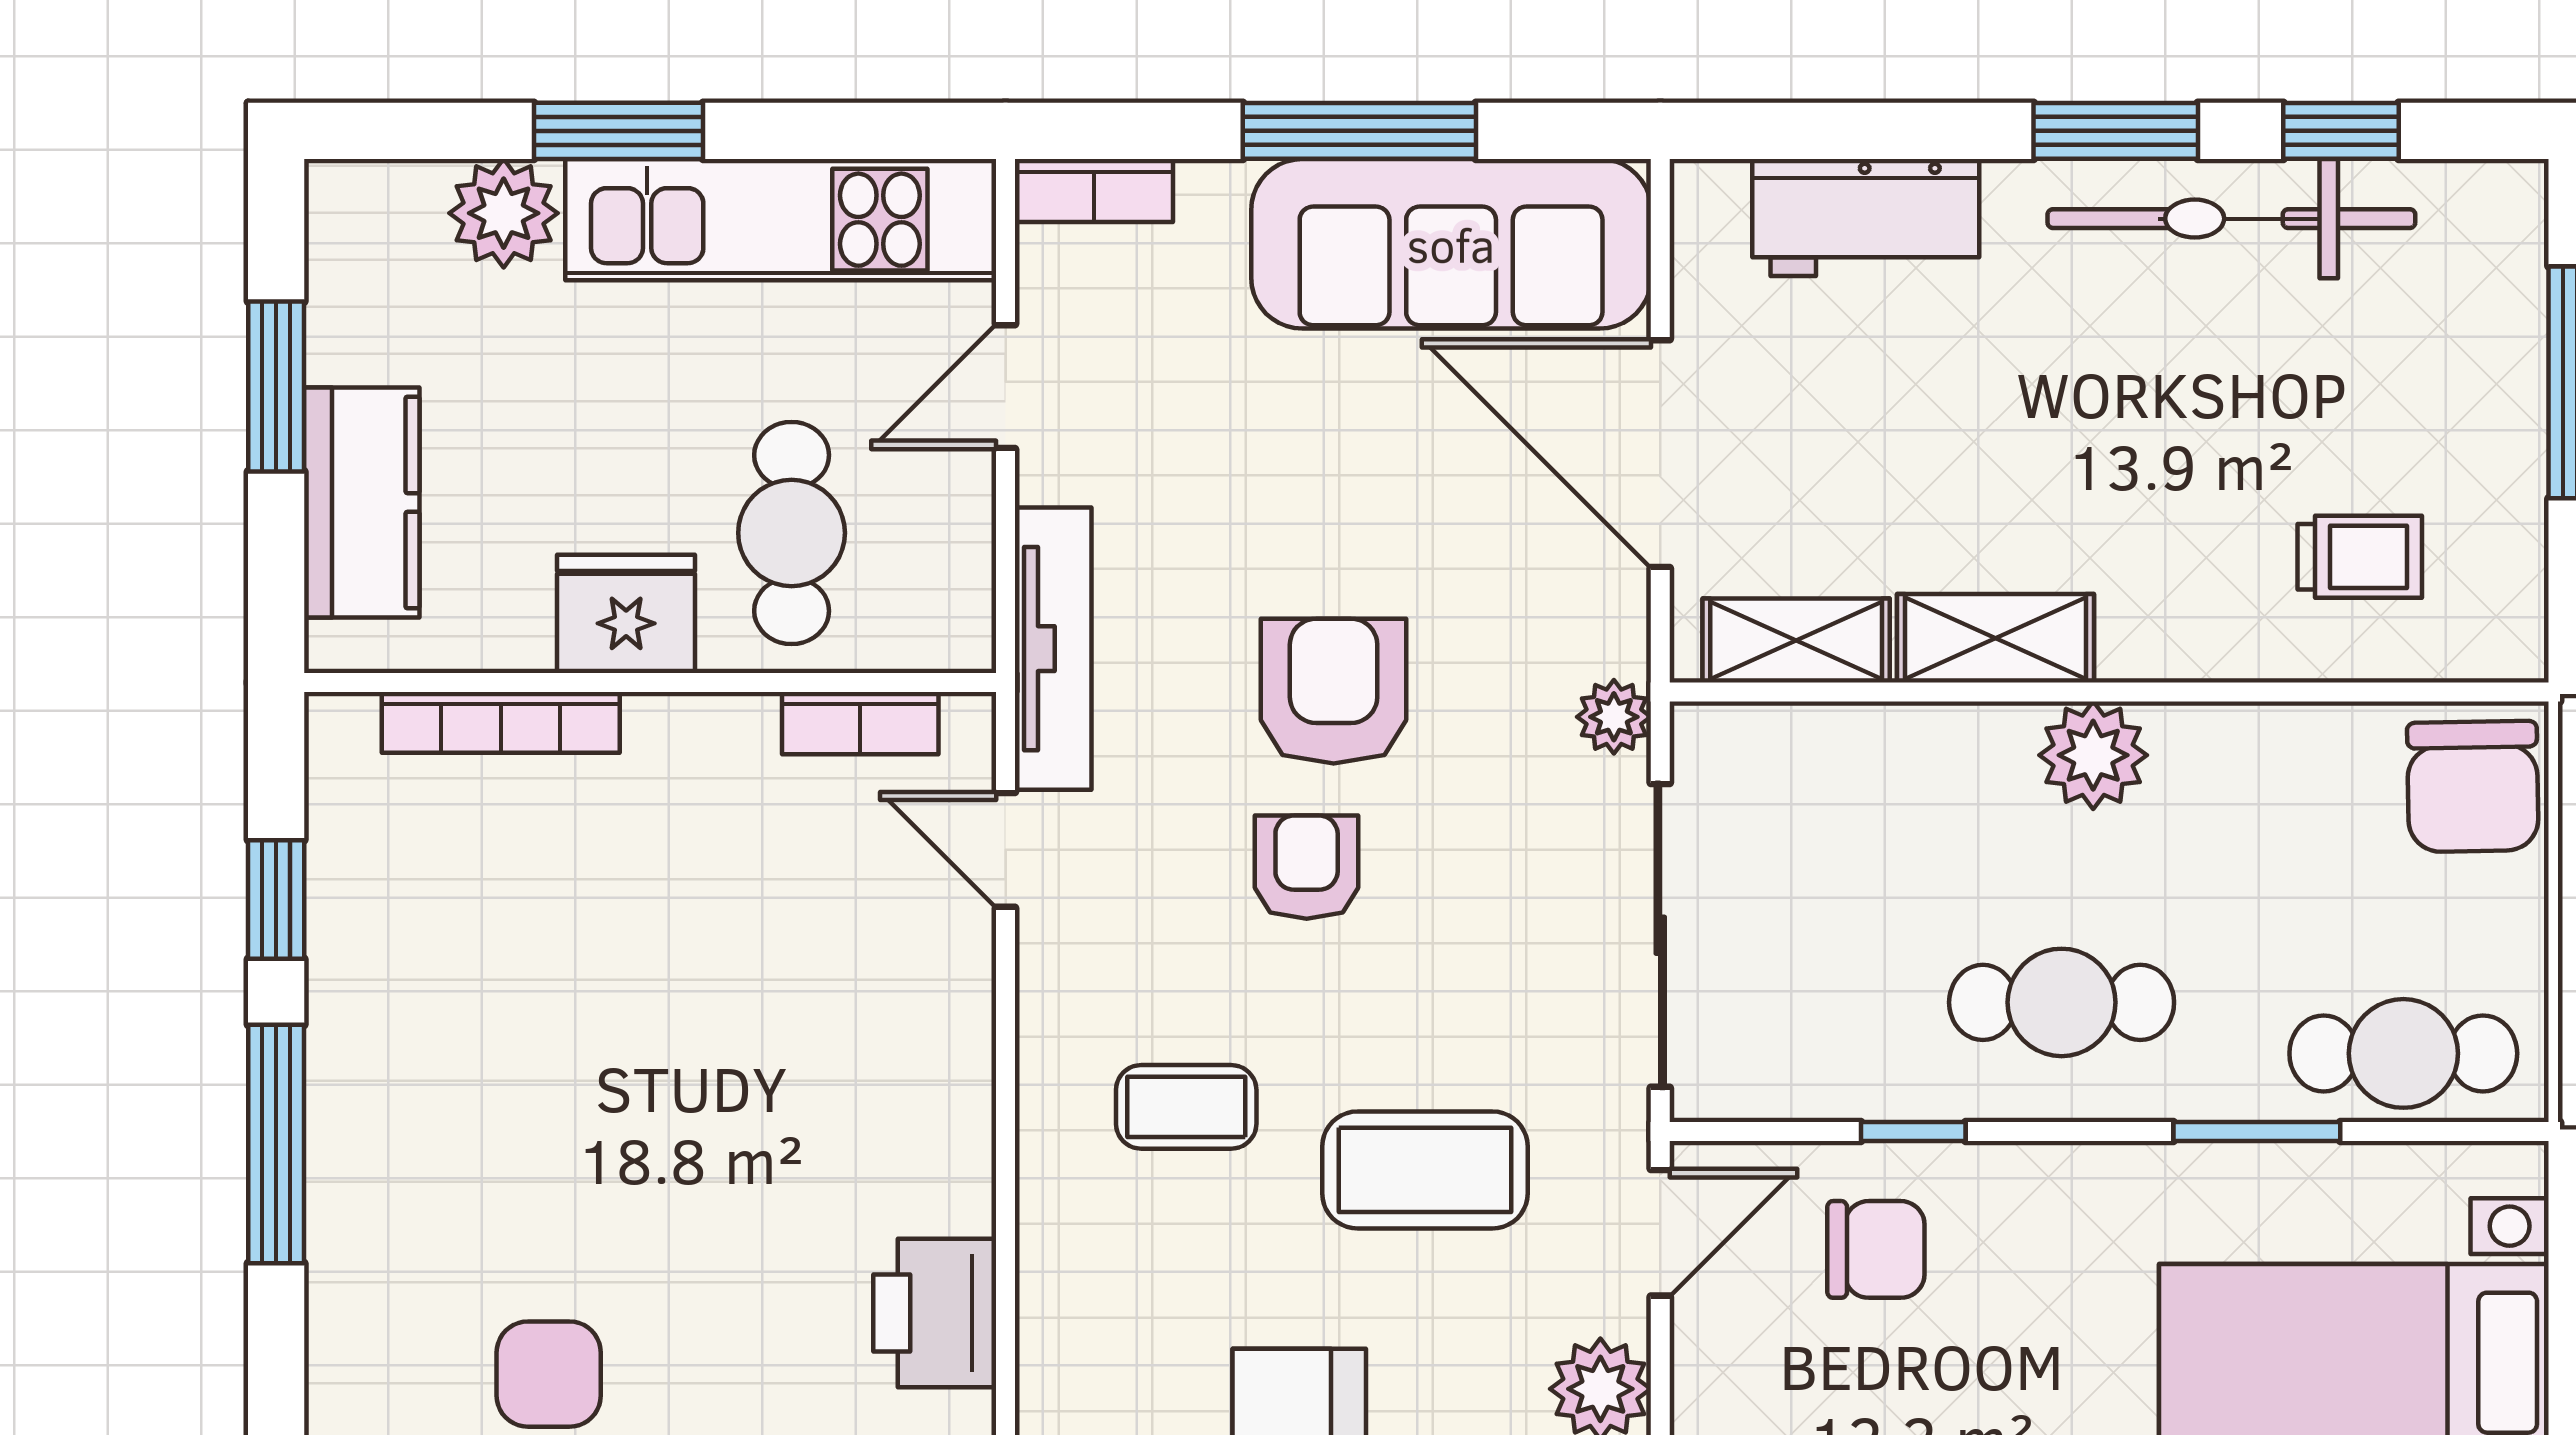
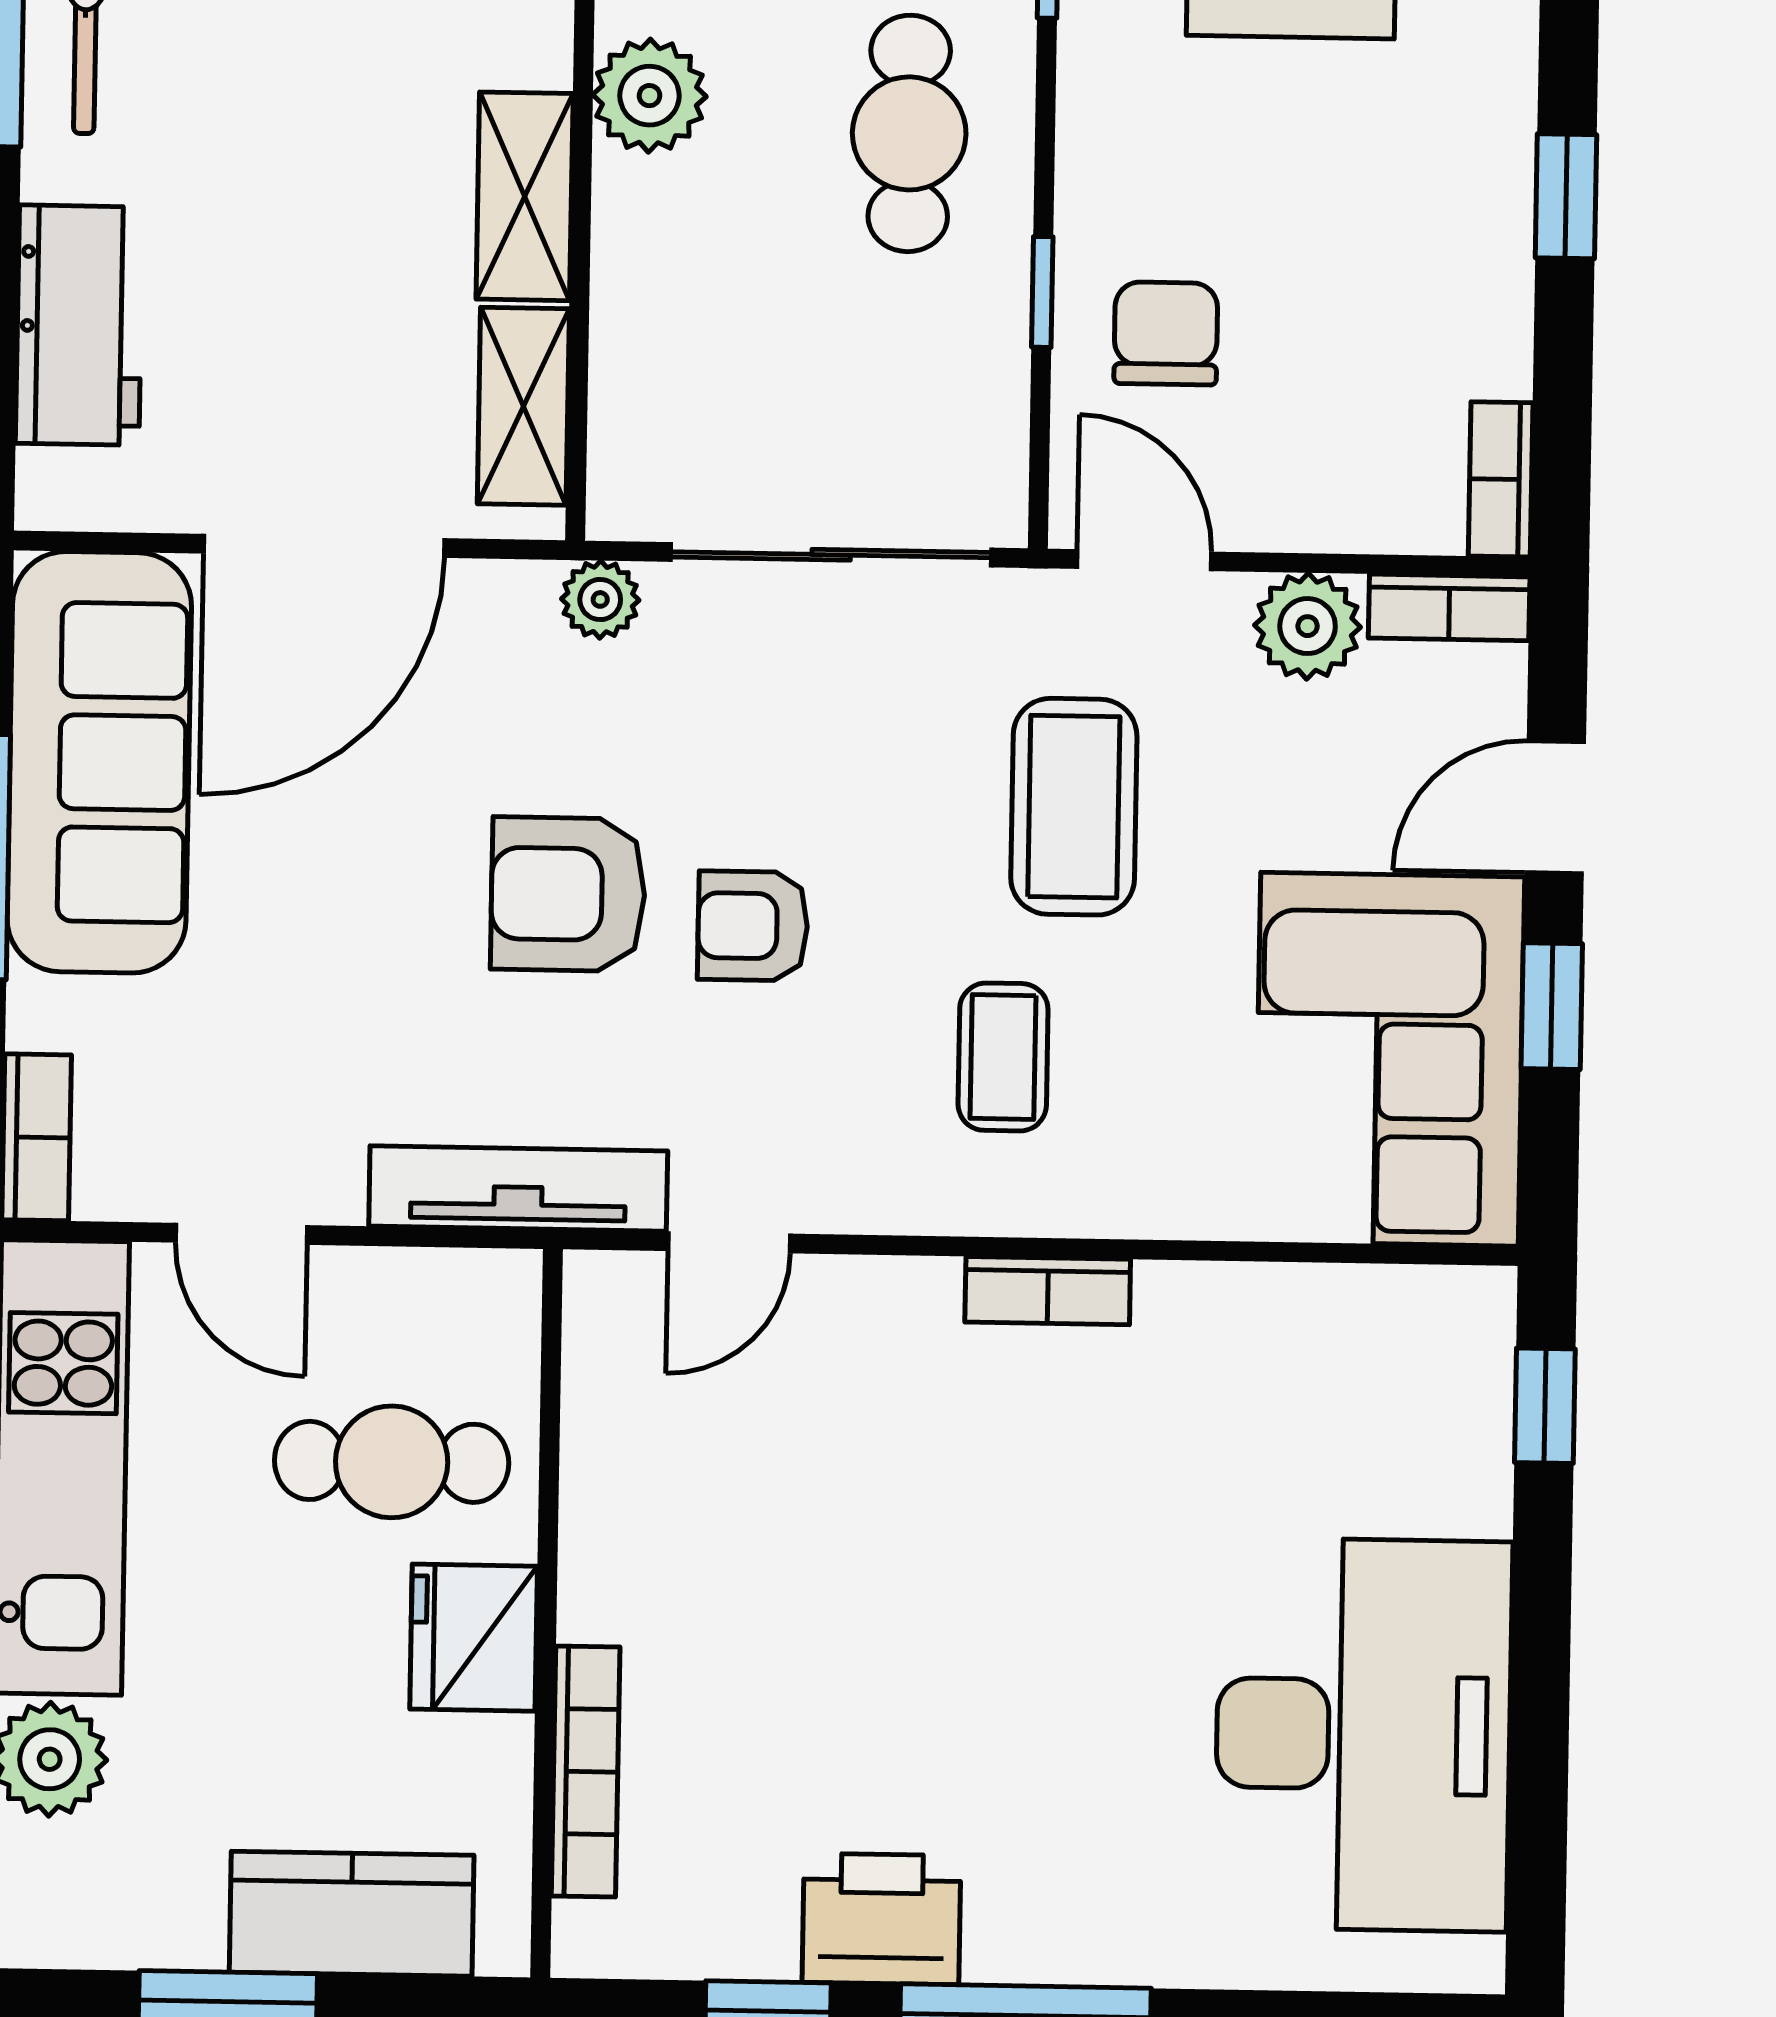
bookcase: (860, 723) -> (1048, 1291), moved, turned 90
printer: (935, 1313) -> (881, 1919), moved, turned 180

